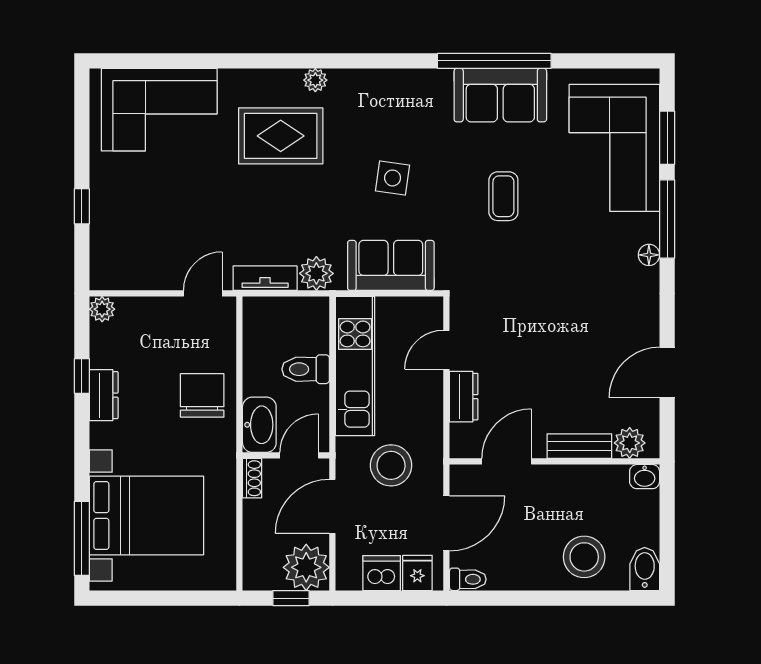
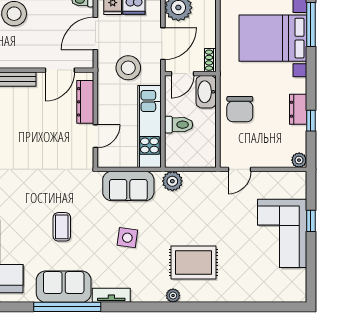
corner sofa: (159, 110) -> (282, 233), moved, turned -90
tv unit: (265, 278) -> (111, 295), moved, turned 180
dresser: (464, 397) -> (85, 102), width x1.44

